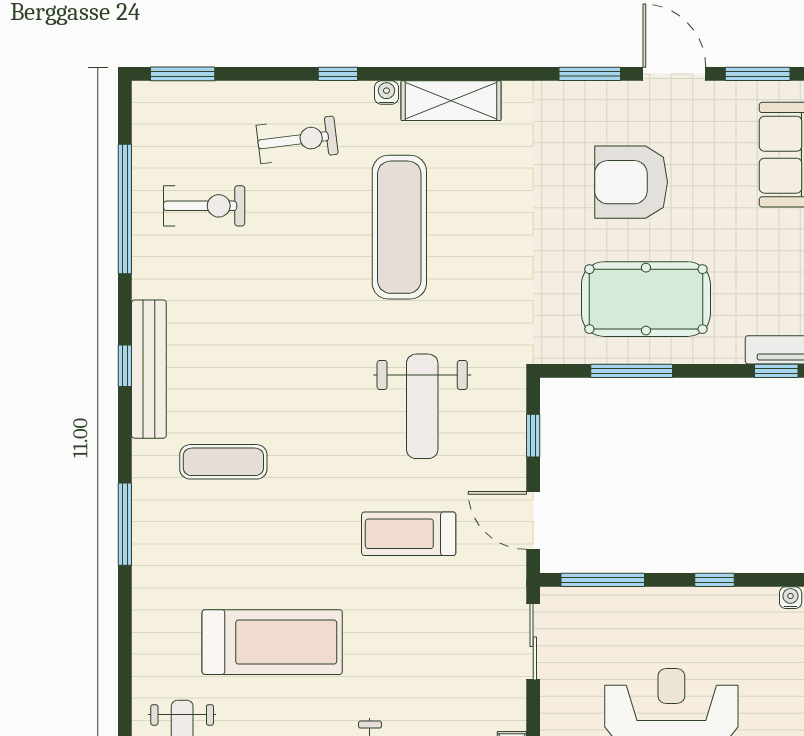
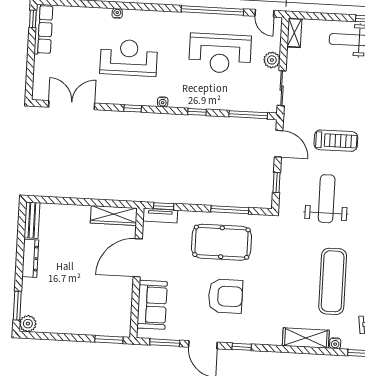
window: (590, 74) -> (242, 347), width x0.67
plant: (558, 702) -> (272, 60), added

